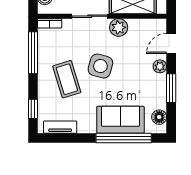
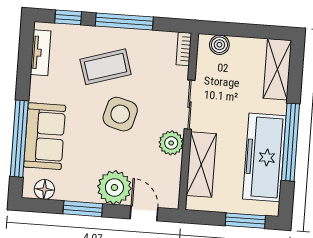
window: (33, 53) -> (124, 21), moved
plant: (160, 66) -> (114, 187), width x1.88, depth x1.88

